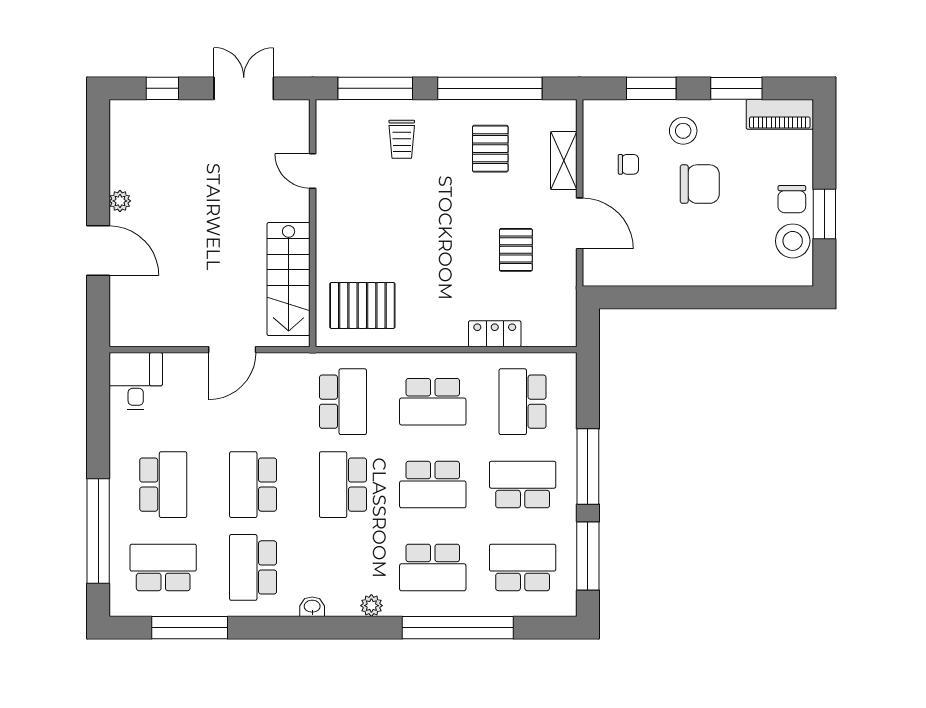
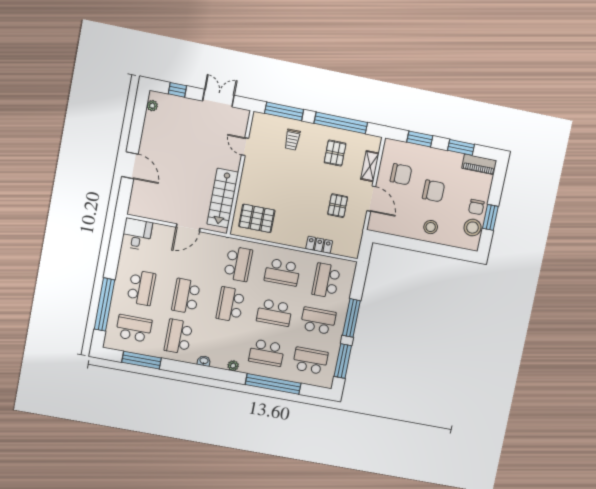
stool: (683, 131) -> (431, 227), moved
chair: (628, 164) -> (401, 174), width x1.87, depth x1.87
plant: (120, 201) -> (152, 106), moved

